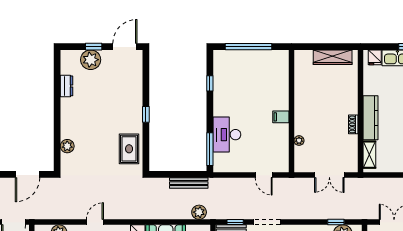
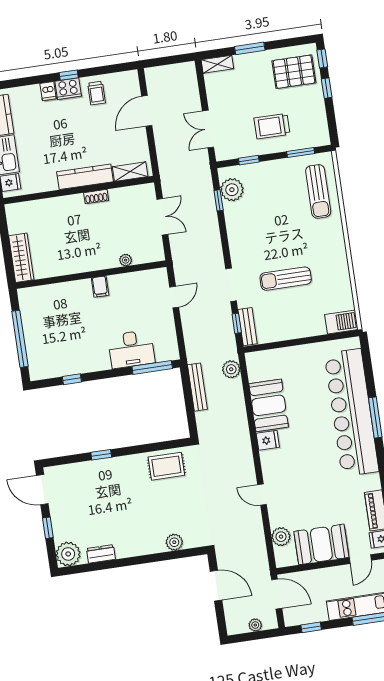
wardrobe: (333, 57) -> (21, 258), moved
plant: (91, 60) -> (68, 554), moved
window: (146, 114) -> (101, 455), moved

